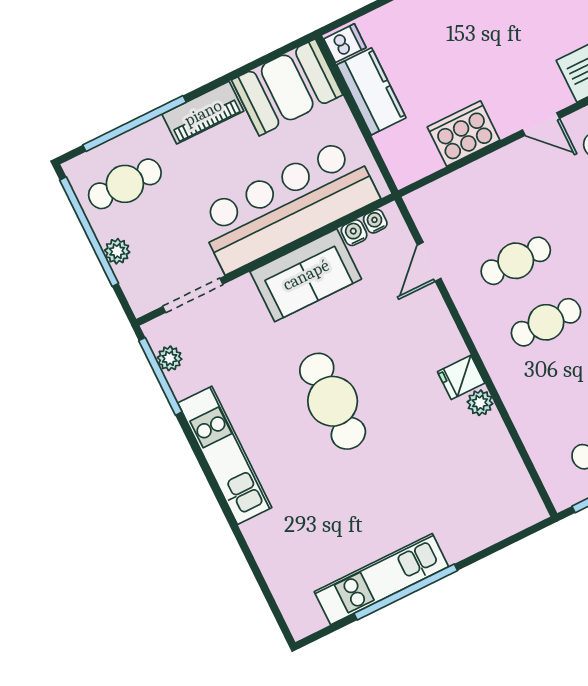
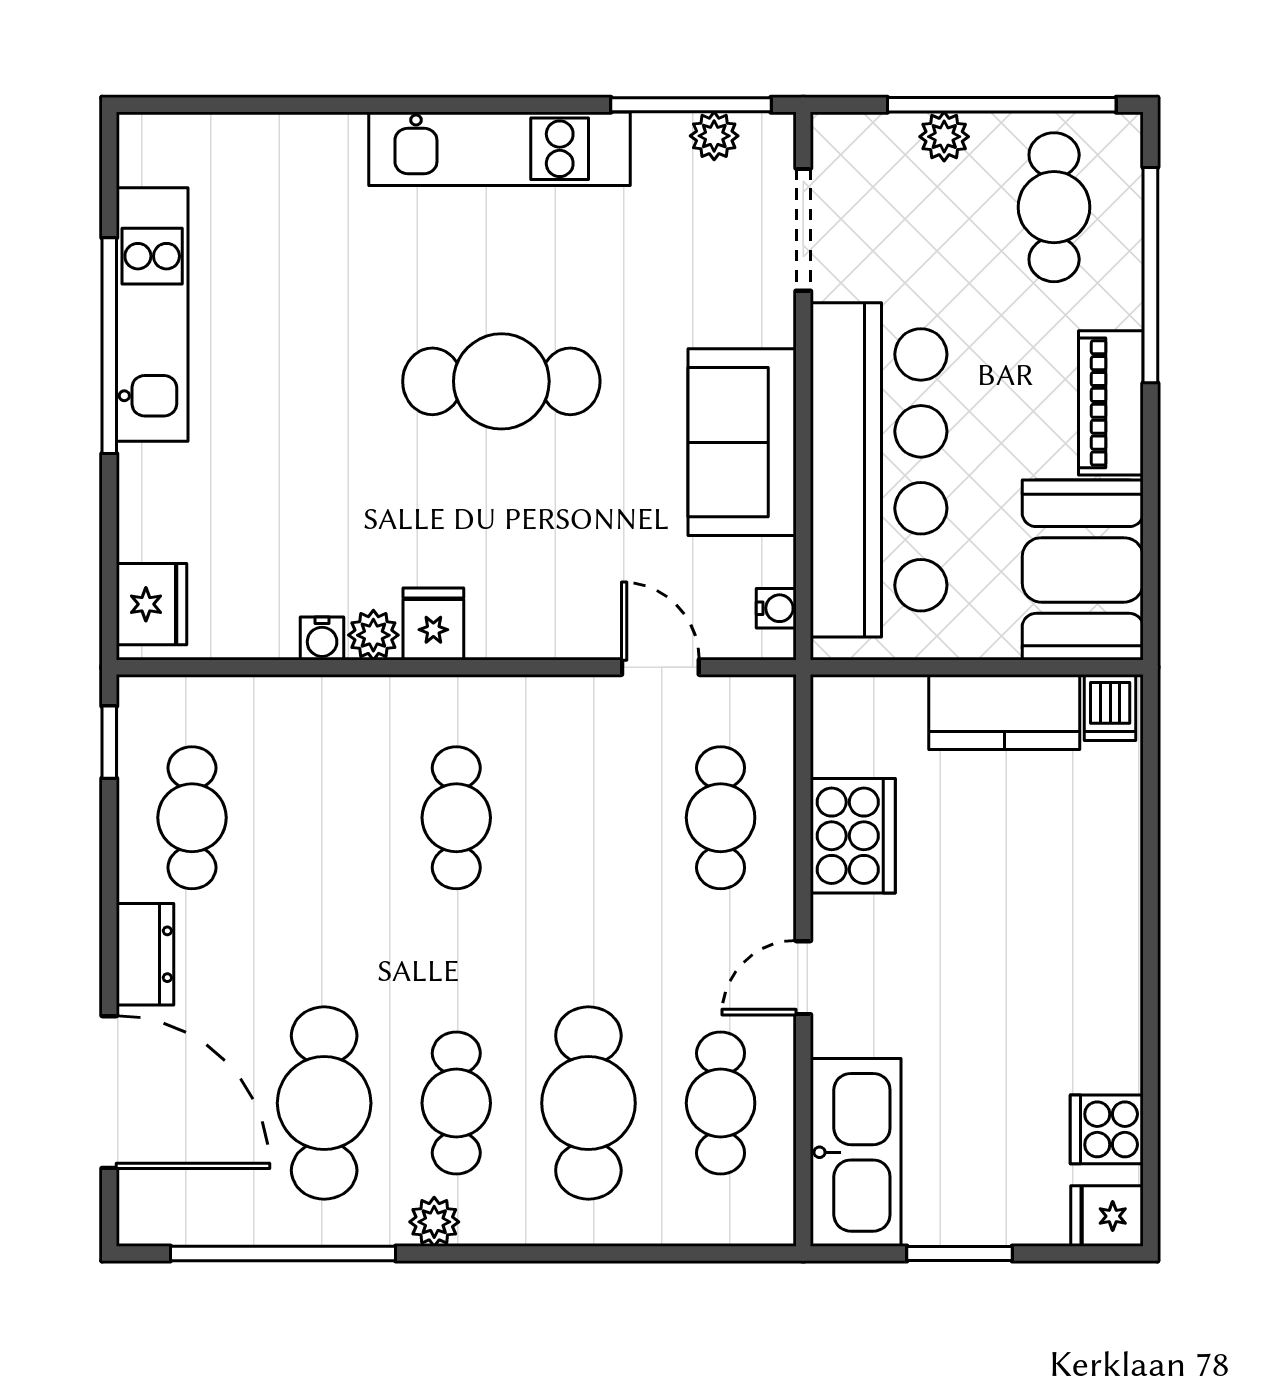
water cooler: (354, 233) -> (322, 638), moved, turned 90
cafe table: (516, 261) -> (721, 818), moved
fridge: (516, 513) -> (152, 604), added

